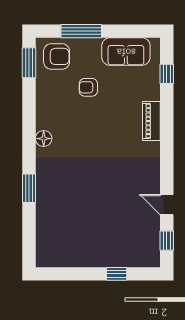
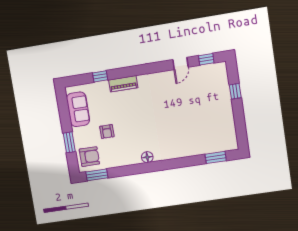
window: (81, 31) -> (69, 142), width x0.69
armchair: (57, 56) -> (89, 157), turned 90
window: (167, 74) -> (100, 76), moved
window: (29, 188) -> (216, 157), moved

